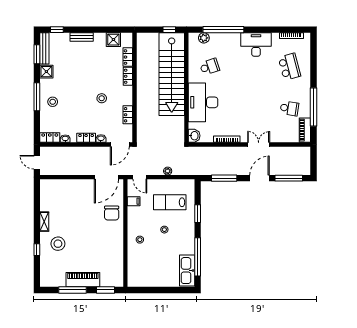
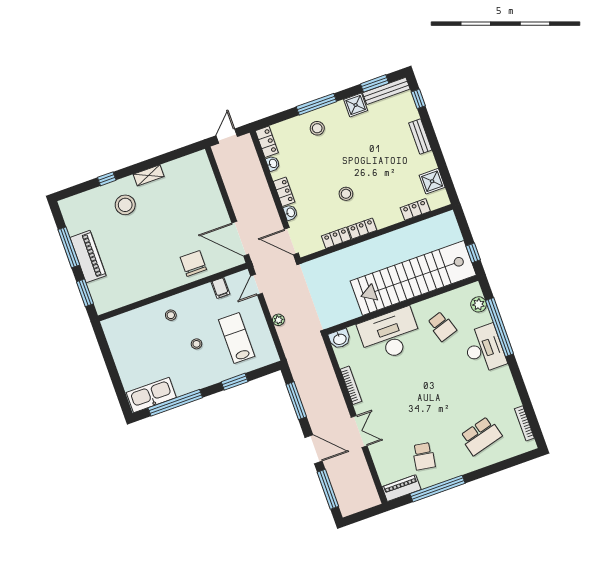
desk: (256, 44) -> (484, 349), moved
locker: (128, 76) -> (362, 229), moved
chair: (112, 213) -> (193, 263), turned 90

